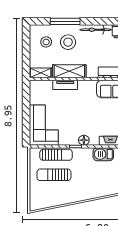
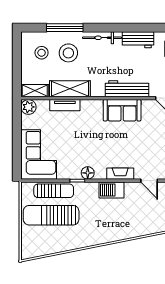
plant: (35, 86) -> (28, 107), added
sun lounger: (54, 175) -> (51, 215), width x1.36, depth x1.34

